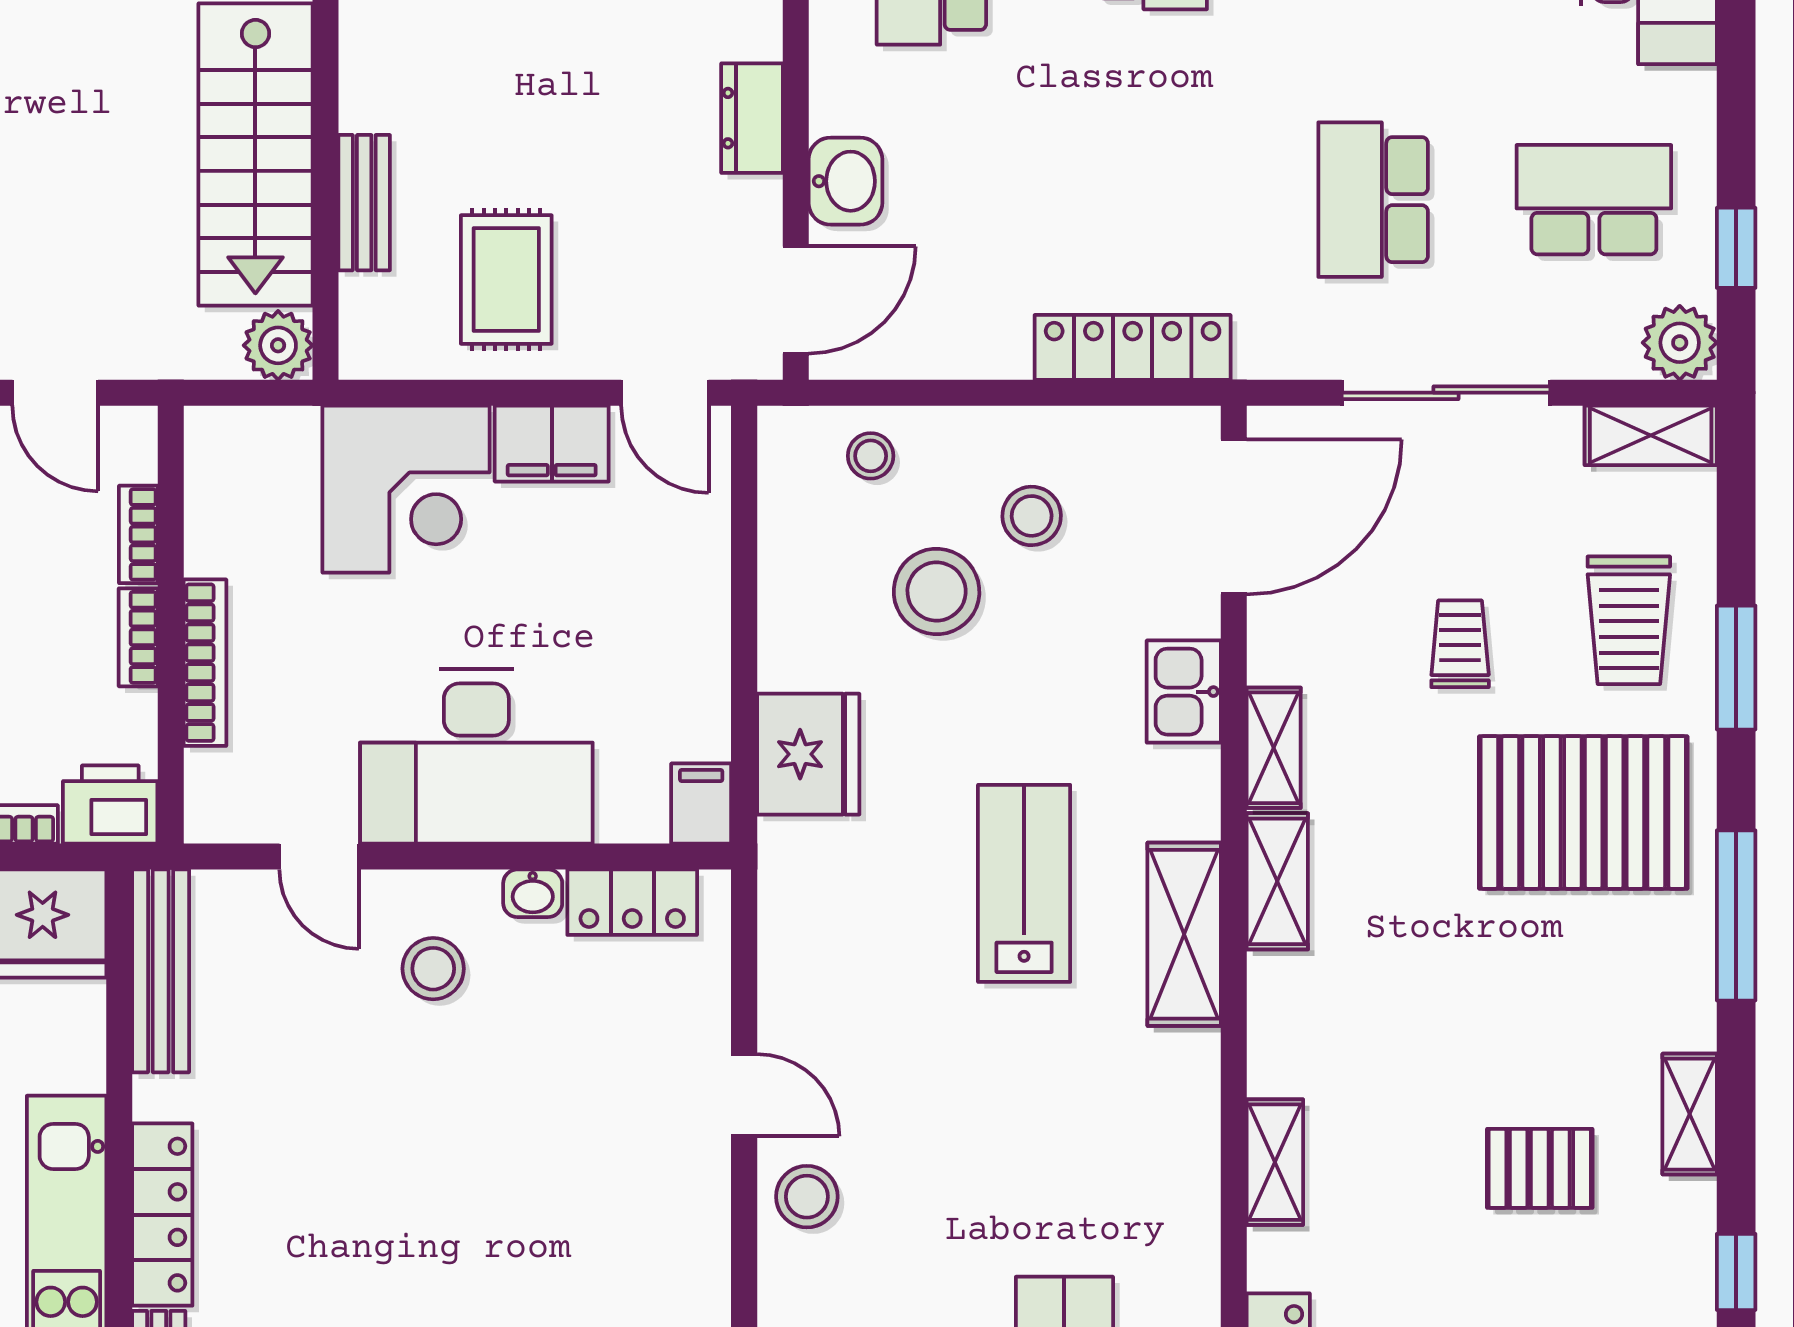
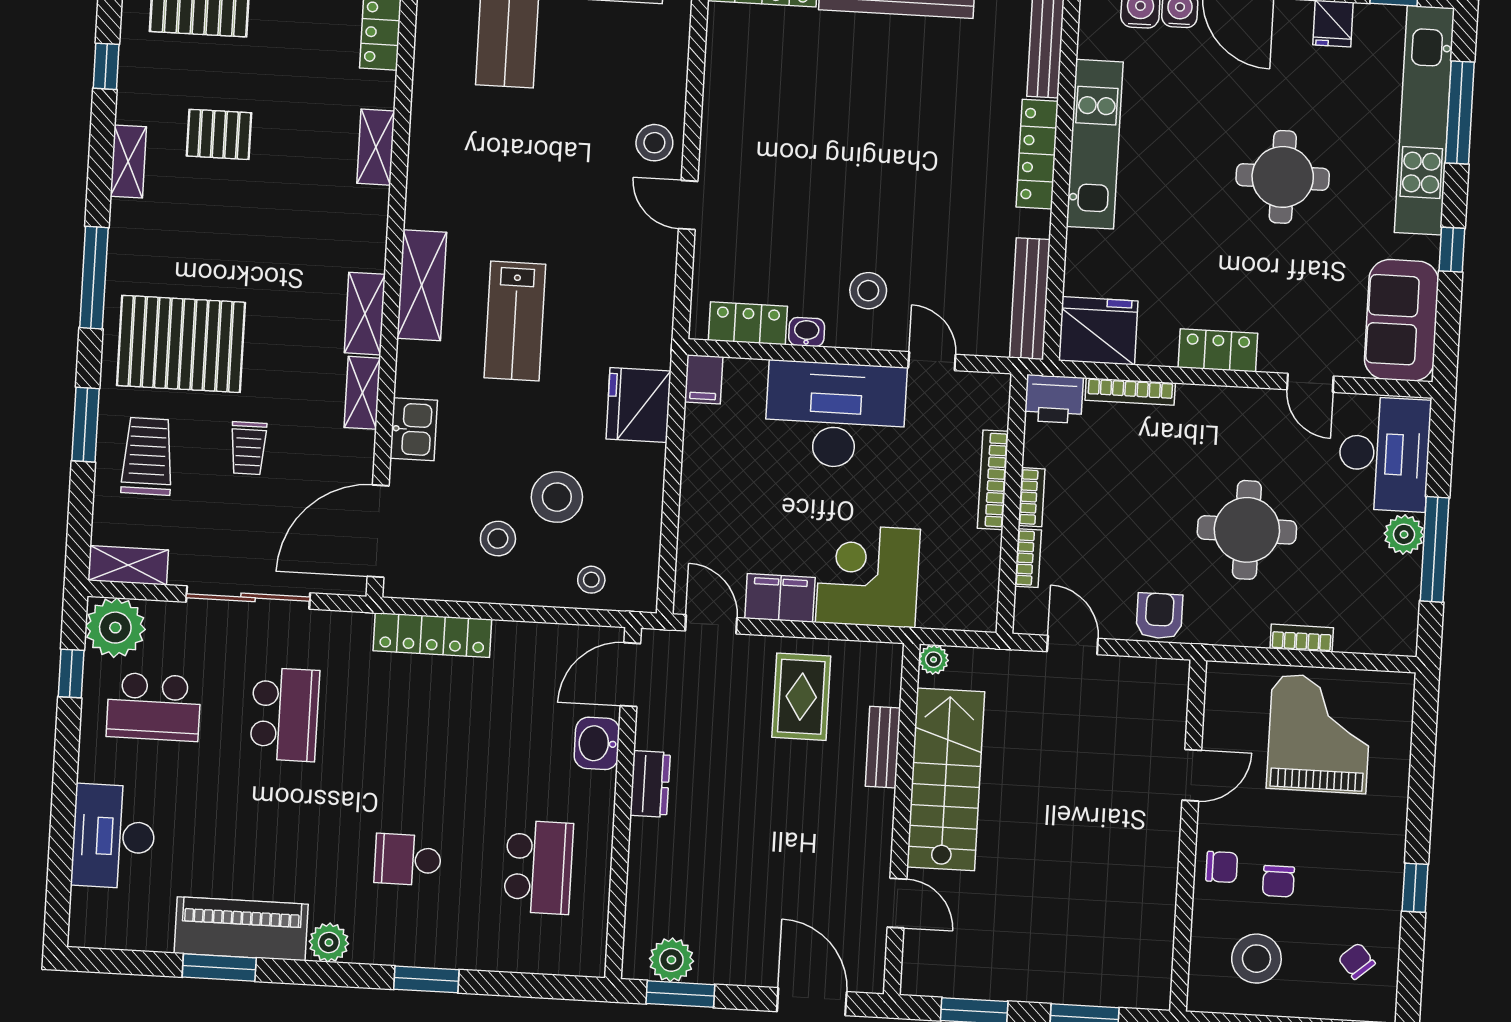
plant: (1680, 343) -> (115, 628), width x1.36, depth x1.36
plant: (278, 345) -> (934, 660), width x0.73, depth x0.73

